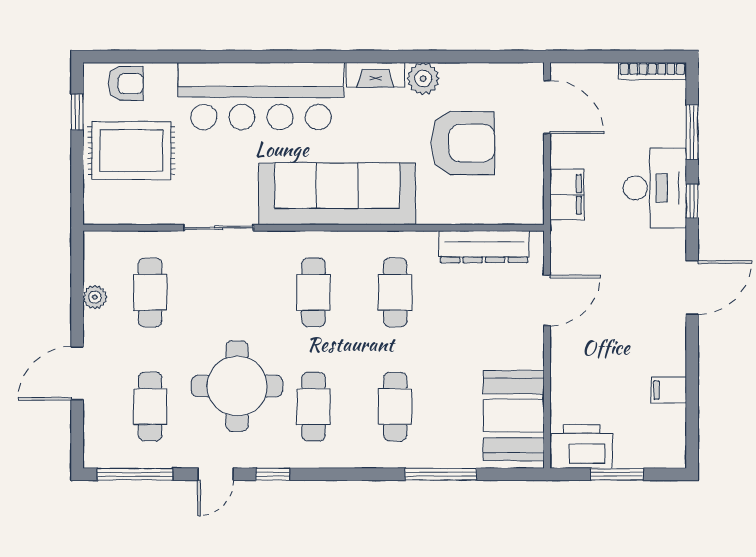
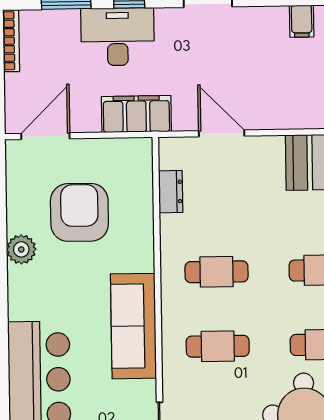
fireplace: (375, 75) -> (19, 293), removed
sofa: (337, 194) -> (133, 326), width x0.74, depth x0.79
filing cabinet: (567, 194) -> (136, 114), width x1.50, depth x1.17
dresser: (484, 247) -> (171, 192), width x0.51, depth x0.80

